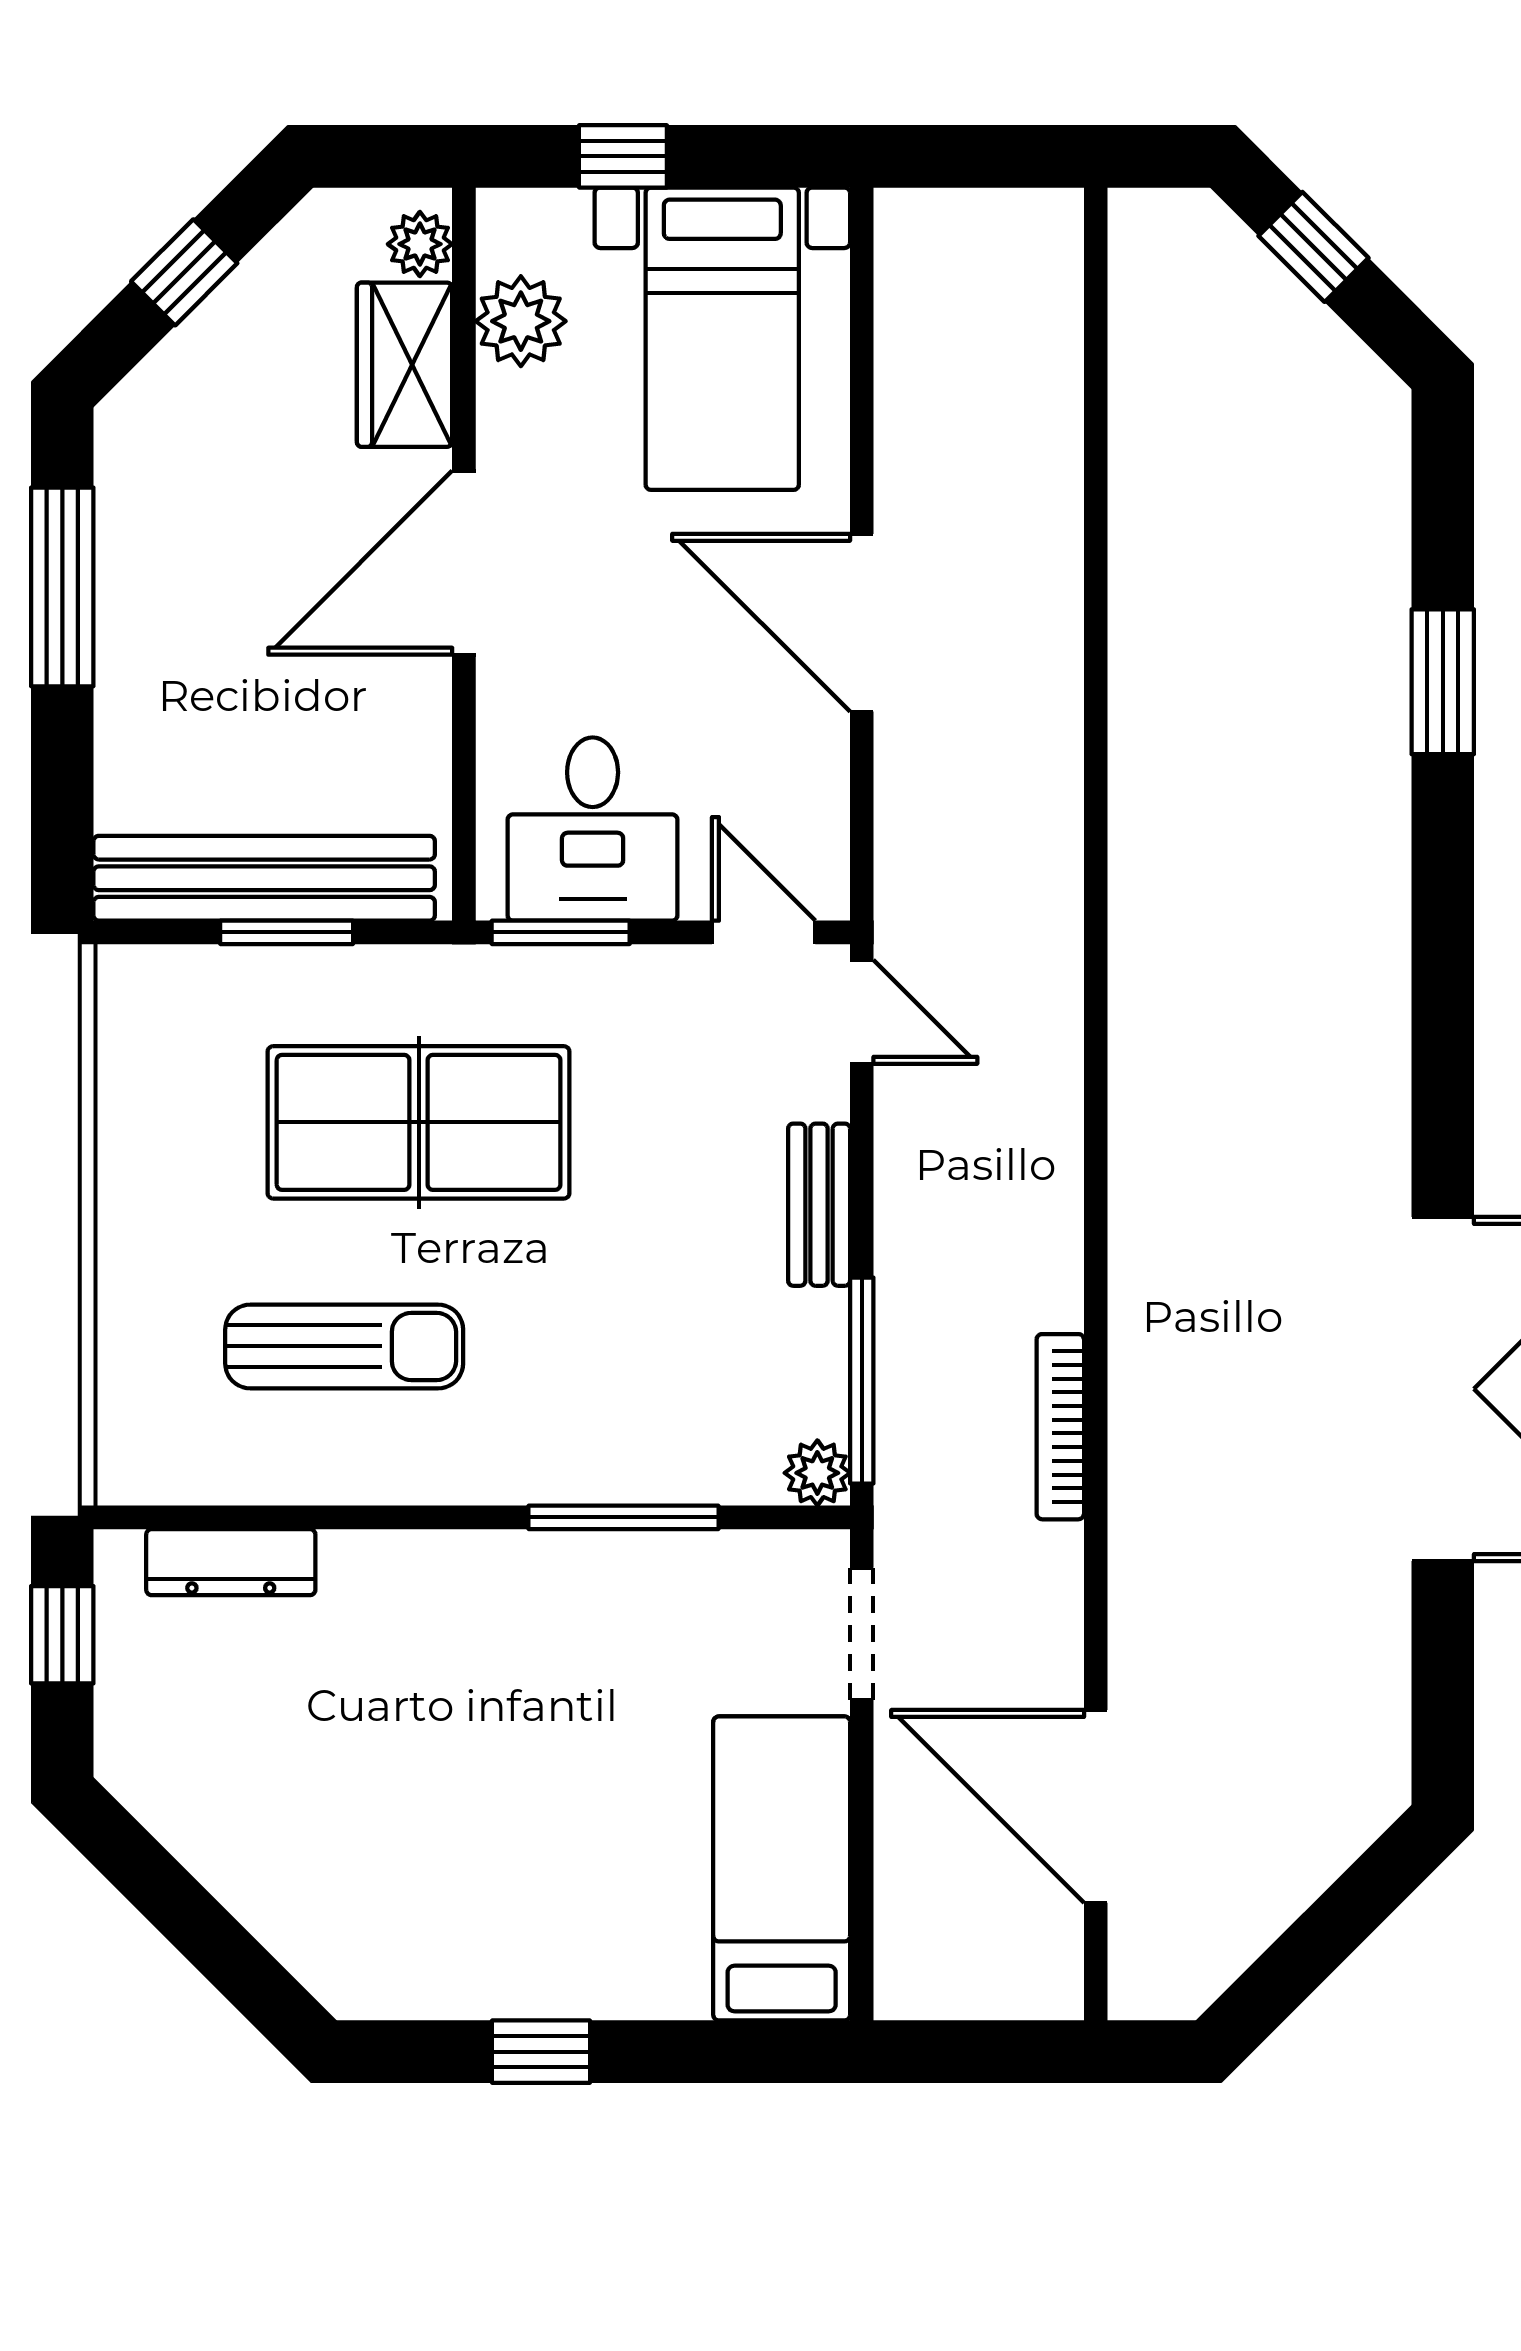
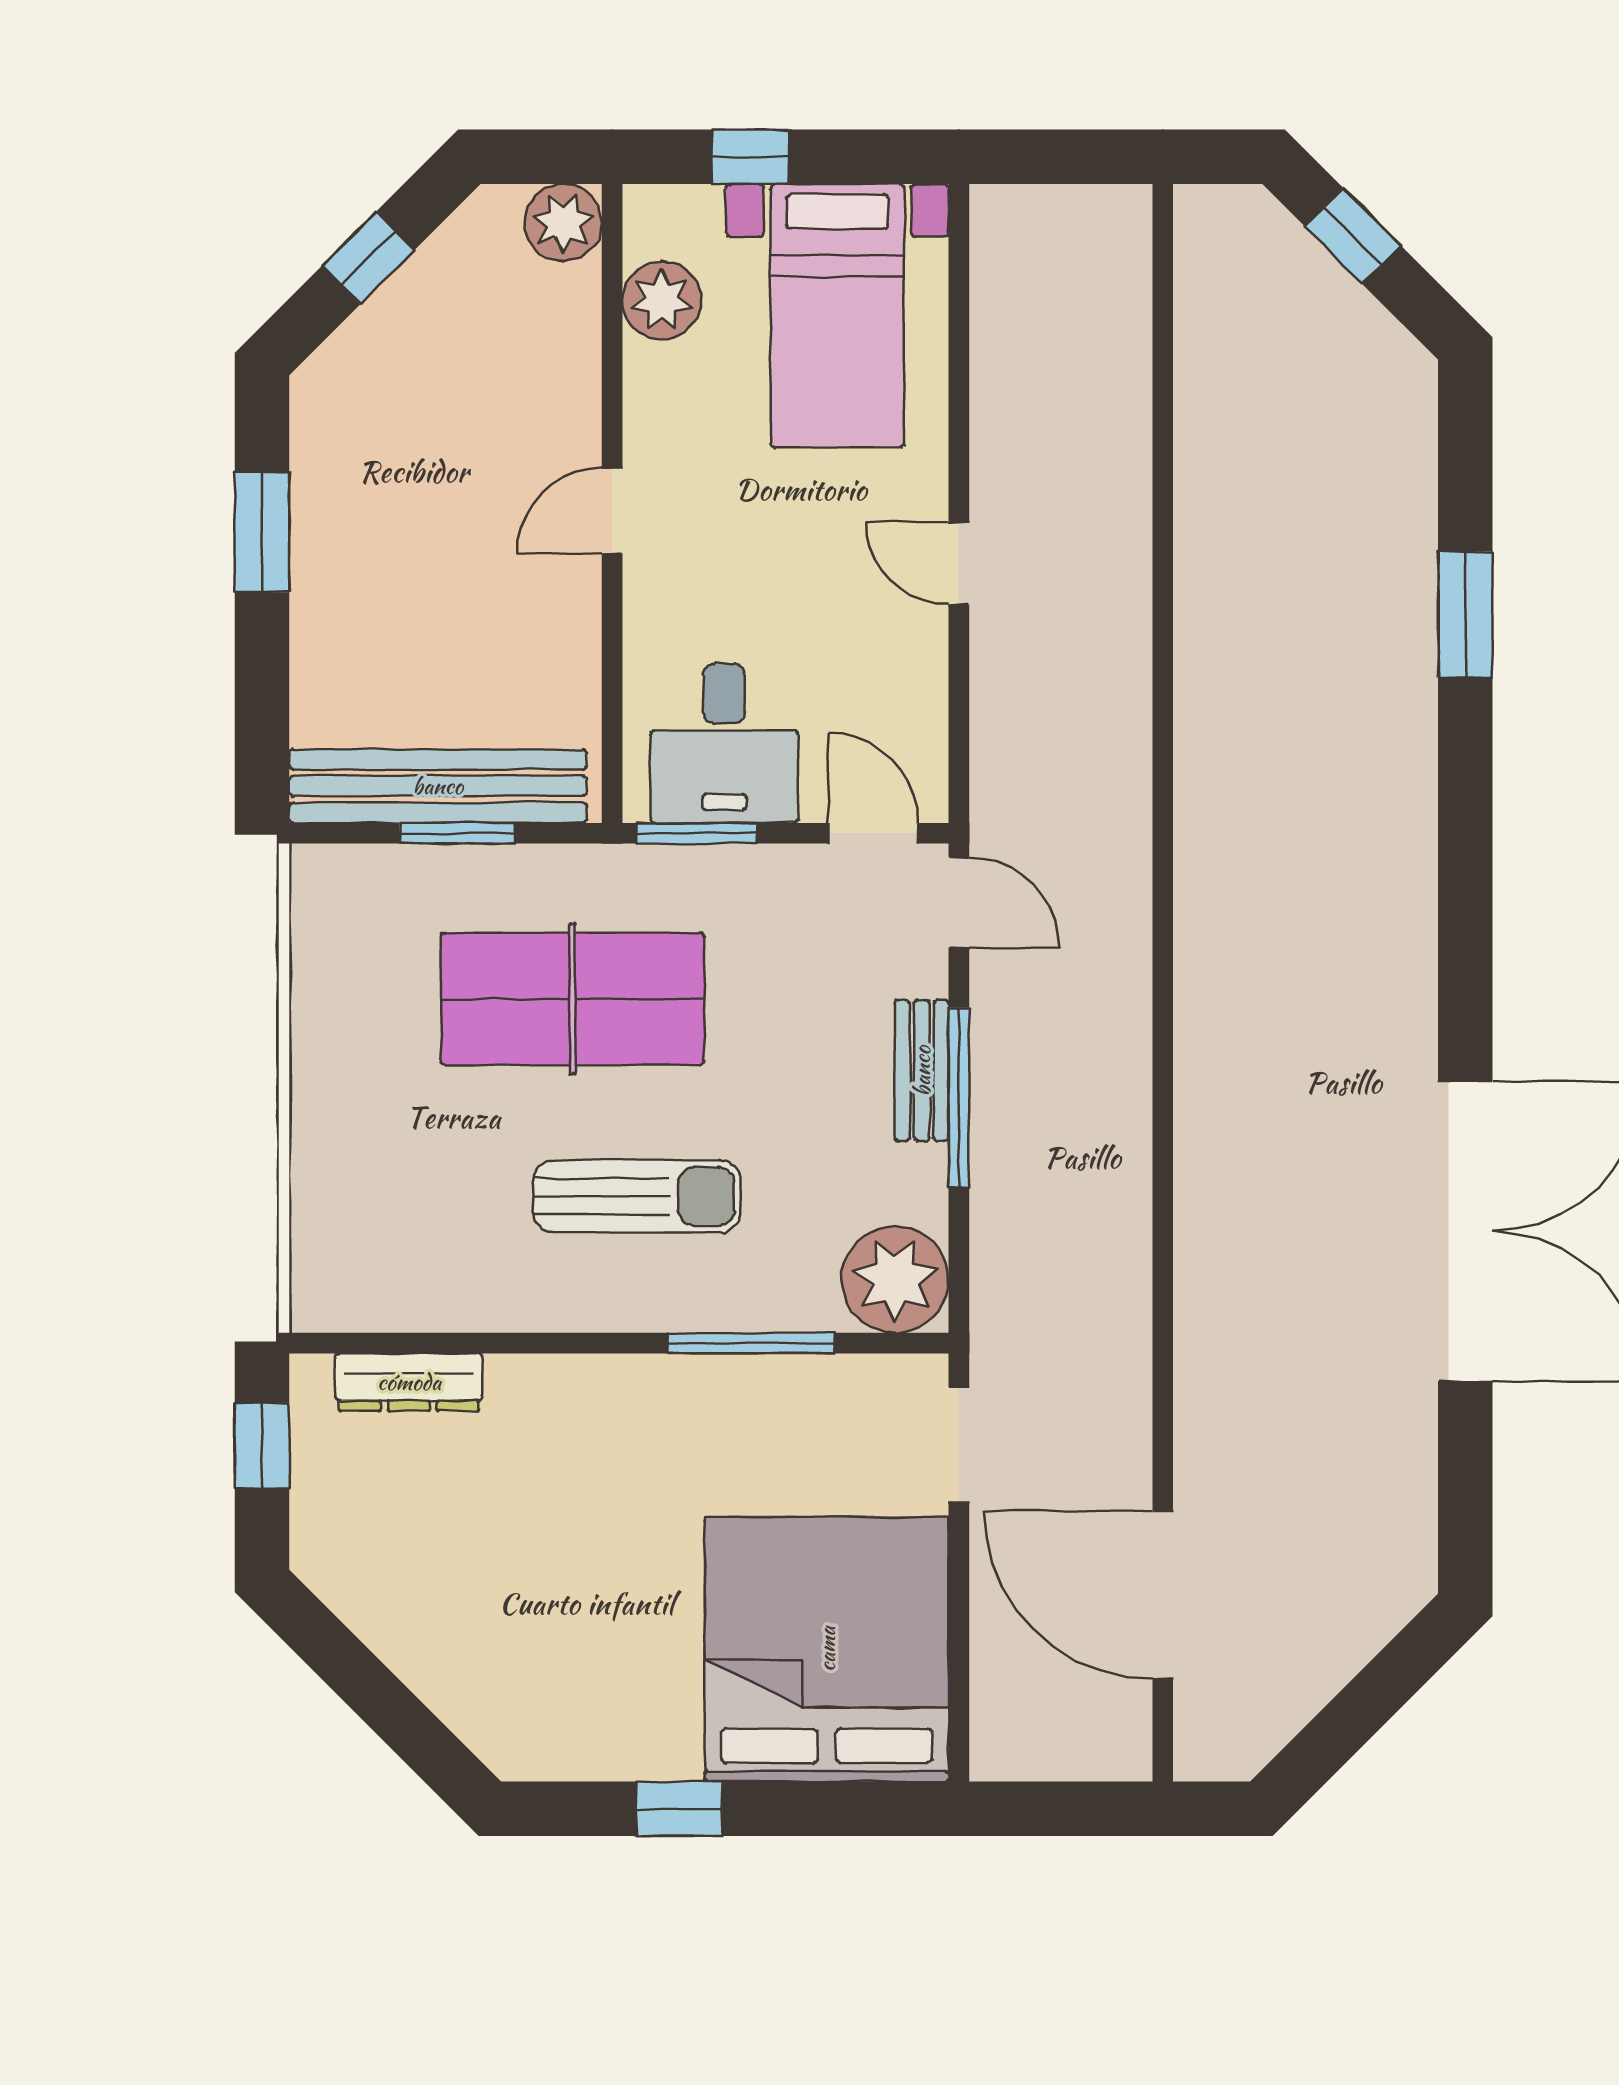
plant: (420, 244) -> (563, 223), width x1.38, depth x1.38
wardrobe: (405, 365) -> (560, 338), removed
door: (464, 563) -> (612, 511), width x0.53
window: (62, 587) -> (262, 532), width x0.69
door: (862, 623) -> (959, 563), width x0.53
sun lounger: (344, 1346) -> (637, 1196), moved
window: (862, 1381) -> (959, 1098), moved
bookcase: (1060, 1427) -> (1132, 1264), removed
plant: (817, 1473) -> (895, 1279), width x1.87, depth x1.87
bed: (782, 1868) -> (827, 1649), width x2.04

